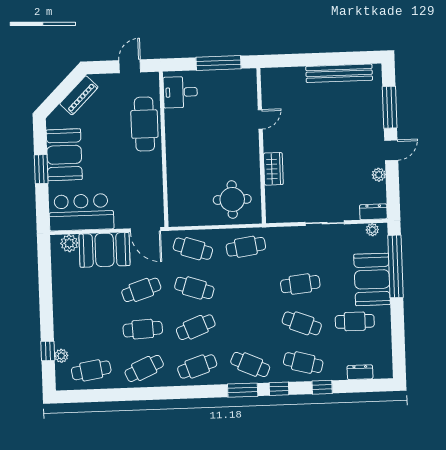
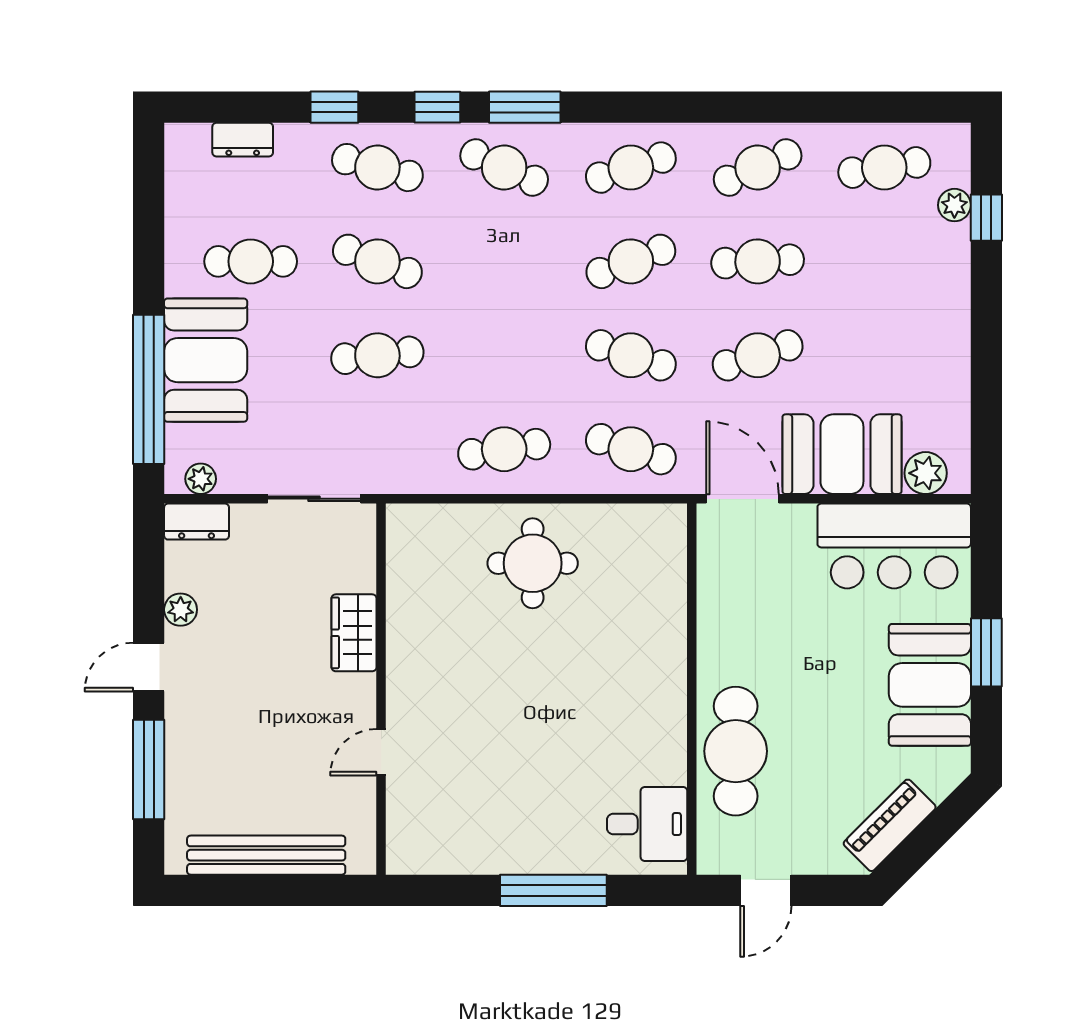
door: (260, 119) -> (381, 752), moved
wall: (261, 146) -> (381, 689), moved
wardrobe: (273, 169) -> (354, 633), moved

